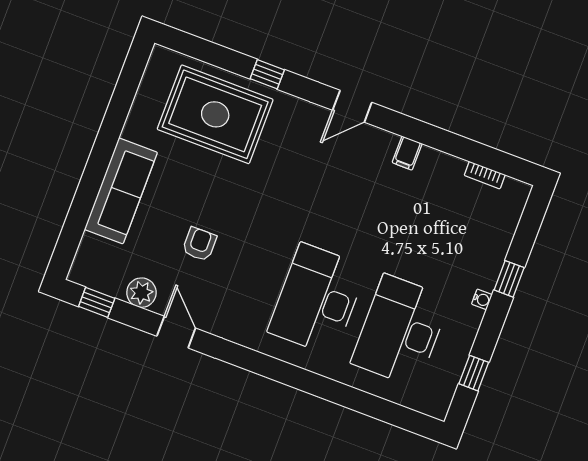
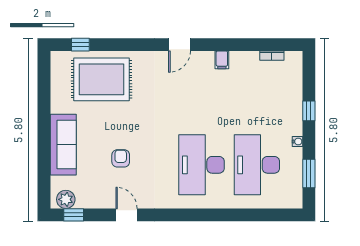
window: (267, 74) -> (80, 45), moved
plant: (141, 293) -> (66, 199), moved
water cooler: (482, 299) -> (297, 142), moved
window: (474, 373) -> (309, 173), width x1.50

